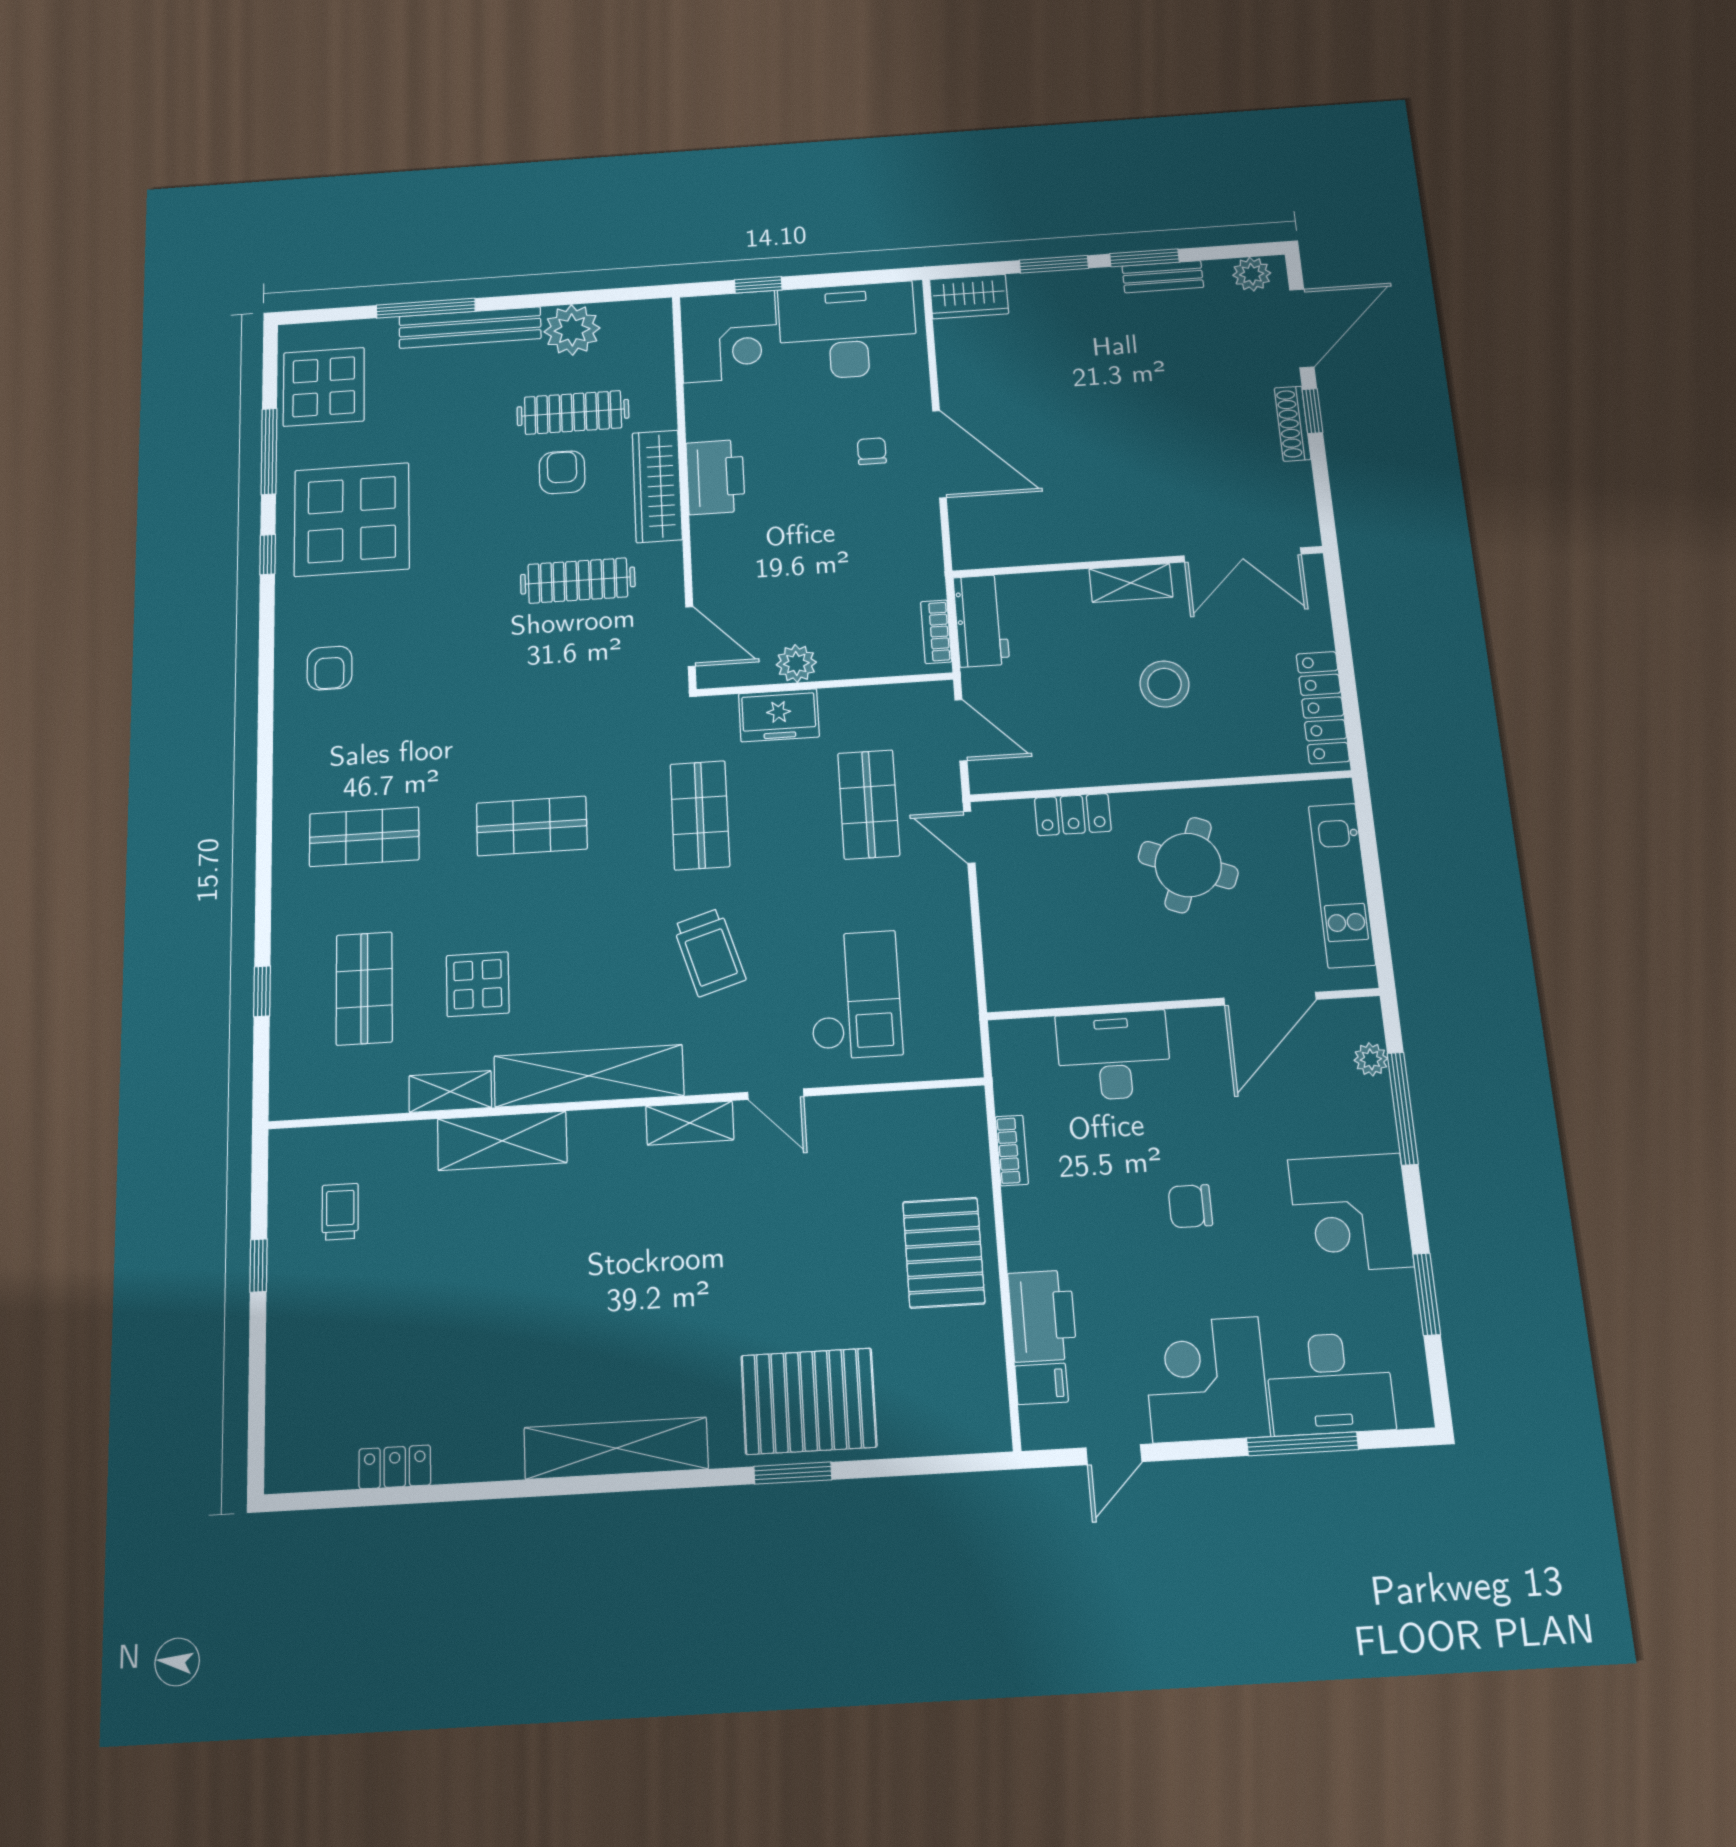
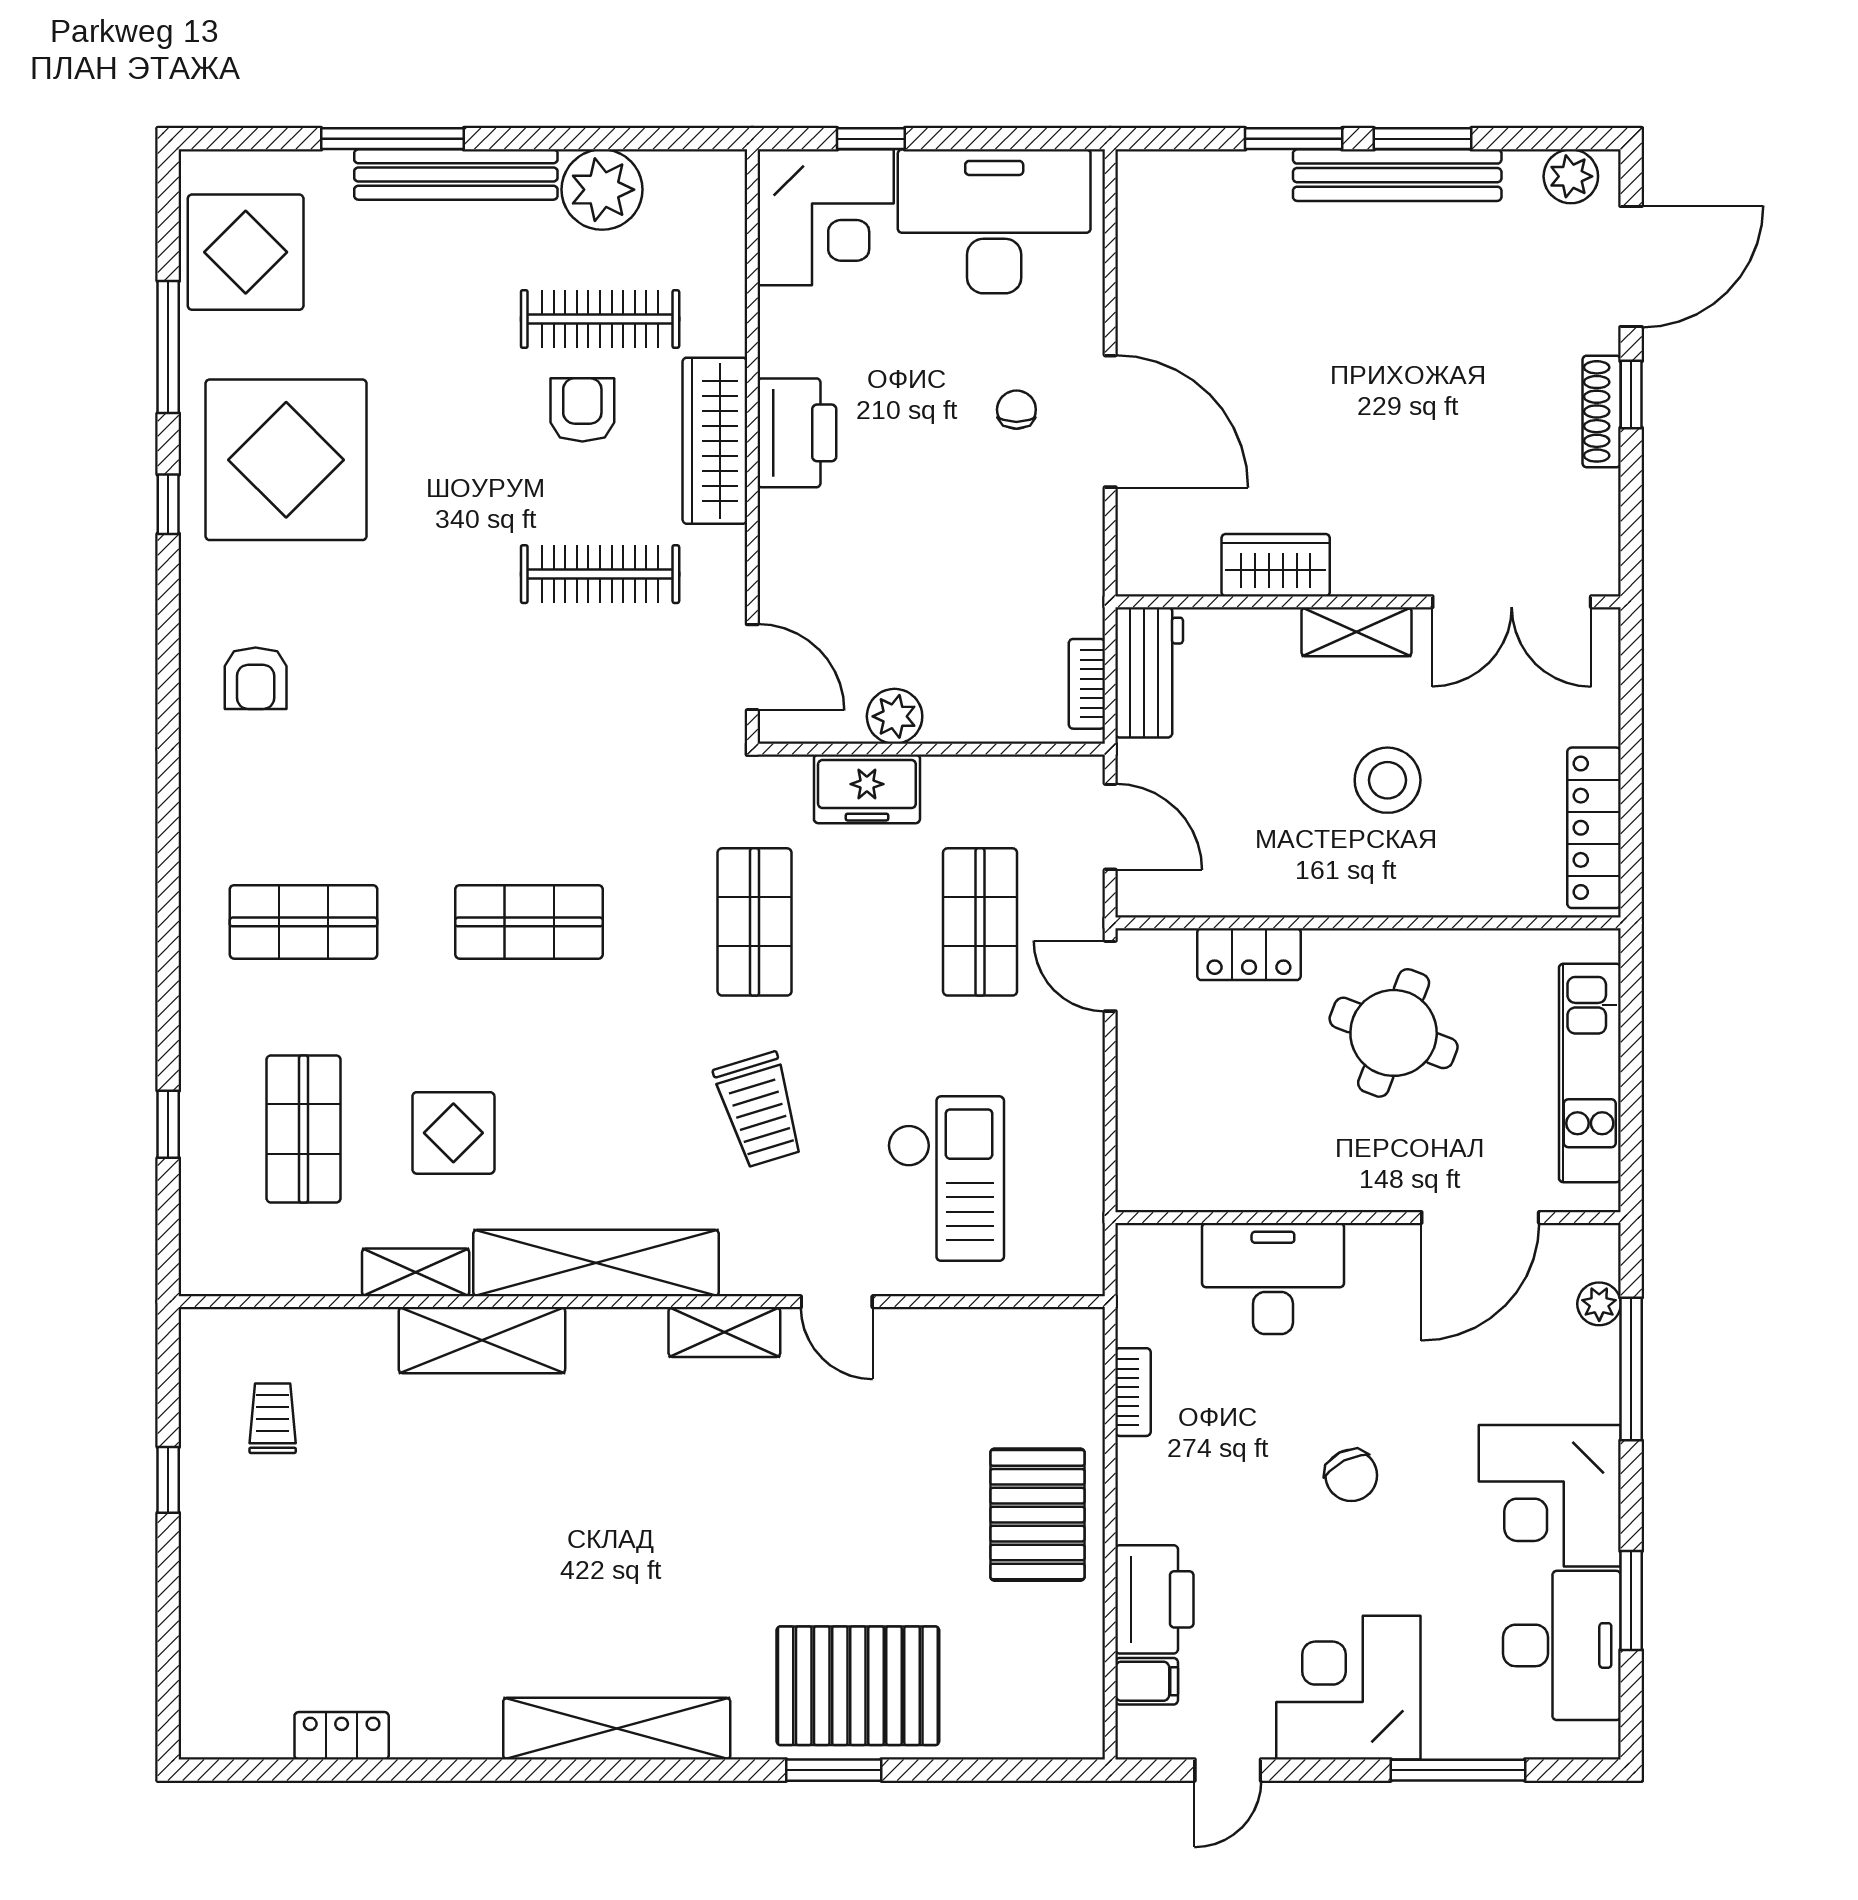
bench: (1163, 277) -> (1397, 175), width x1.86, depth x1.21
wardrobe: (969, 297) -> (1276, 565), moved, turned 180
chair: (1190, 1206) -> (1351, 1475), turned -117
desk: (1330, 1384) -> (1562, 1645), moved, turned -90

